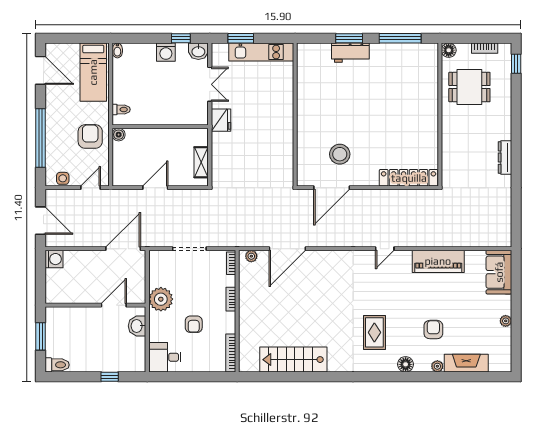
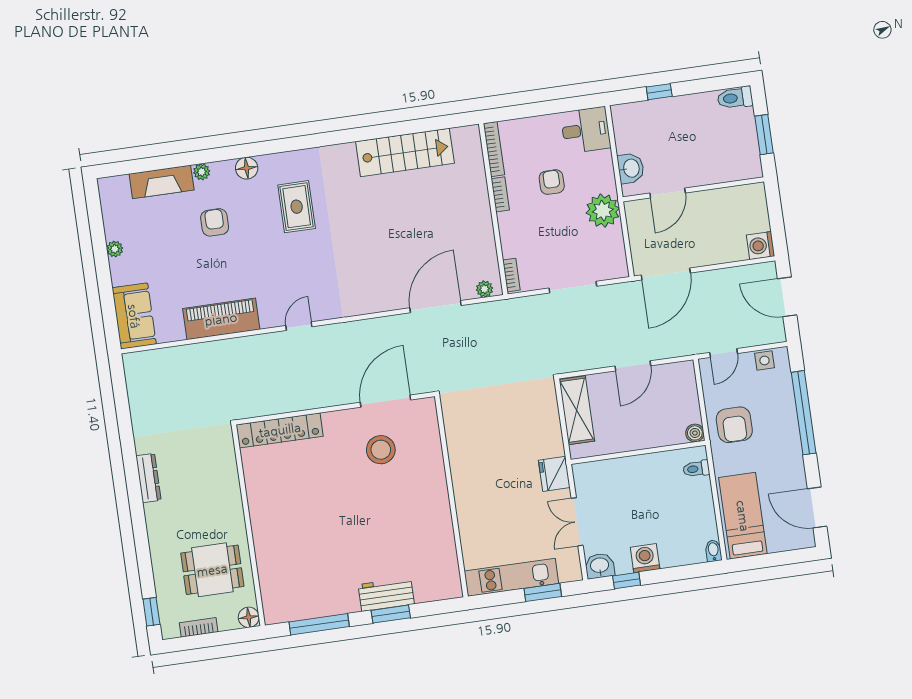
shelving: (201, 162) -> (577, 410), width x1.50, depth x1.33
bookcase: (231, 299) -> (500, 194), moved
armchair: (433, 330) -> (215, 222), turned 180

